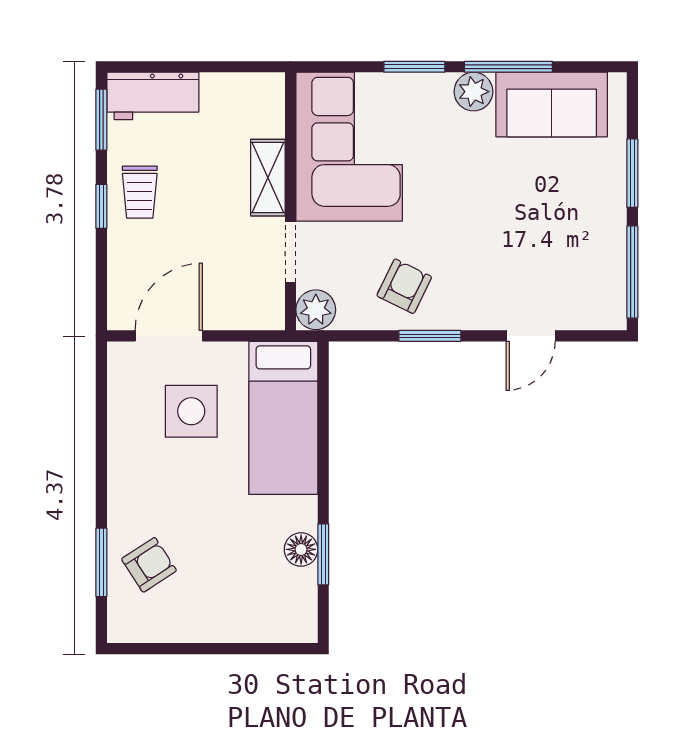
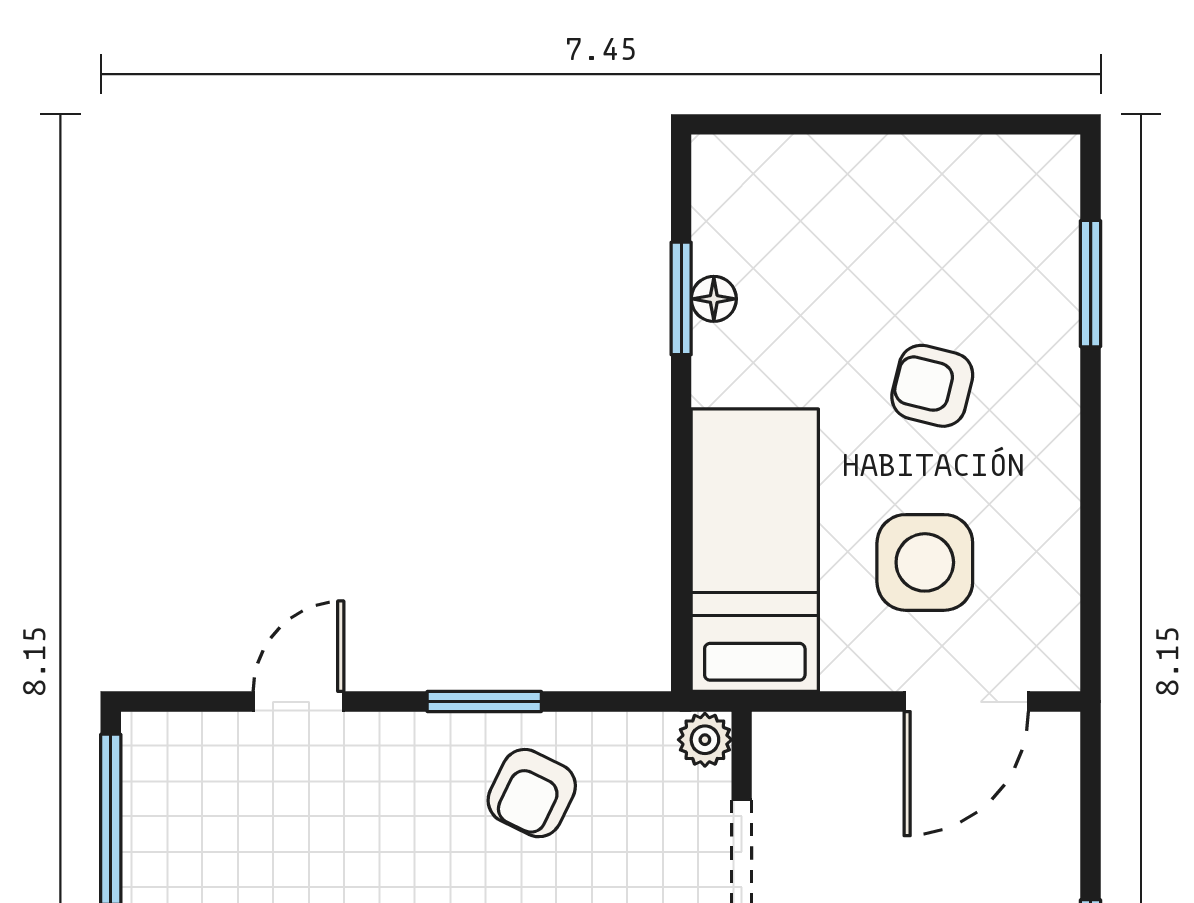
plant: (316, 310) -> (705, 740), width x0.73, depth x0.73
floor lamp: (301, 549) -> (714, 299), width x0.73, depth x0.73
armchair: (149, 565) -> (932, 386), moved, turned 47

